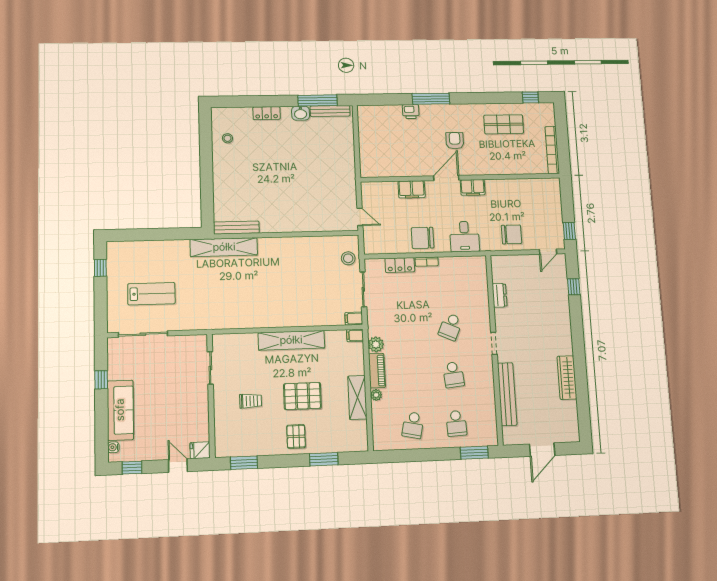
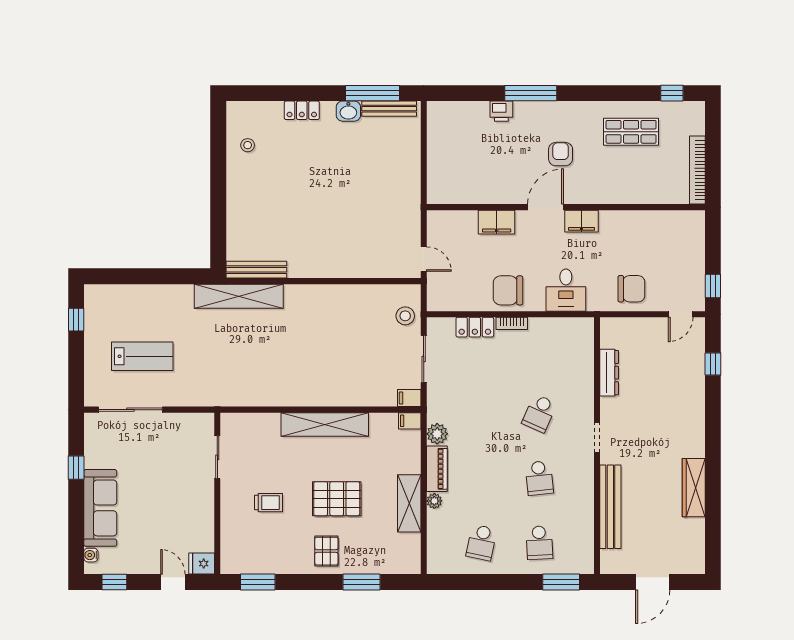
dresser: (500, 295) -> (609, 373), width x1.44

